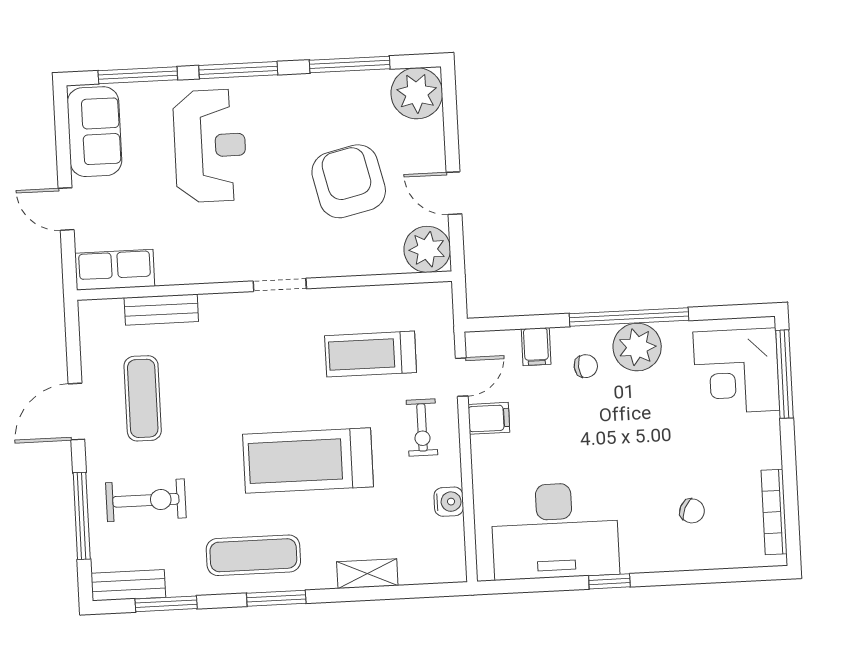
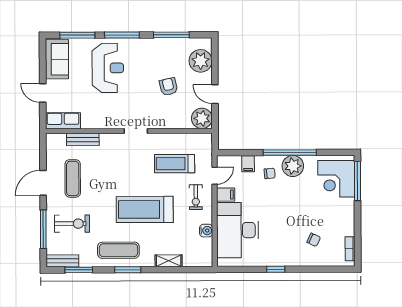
plant: (417, 93) -> (201, 61), moved
armchair: (349, 181) -> (168, 87), width x0.53, depth x0.53
bookcase: (774, 512) -> (350, 249), width x0.64
desk: (555, 531) -> (238, 230), moved, turned 90

